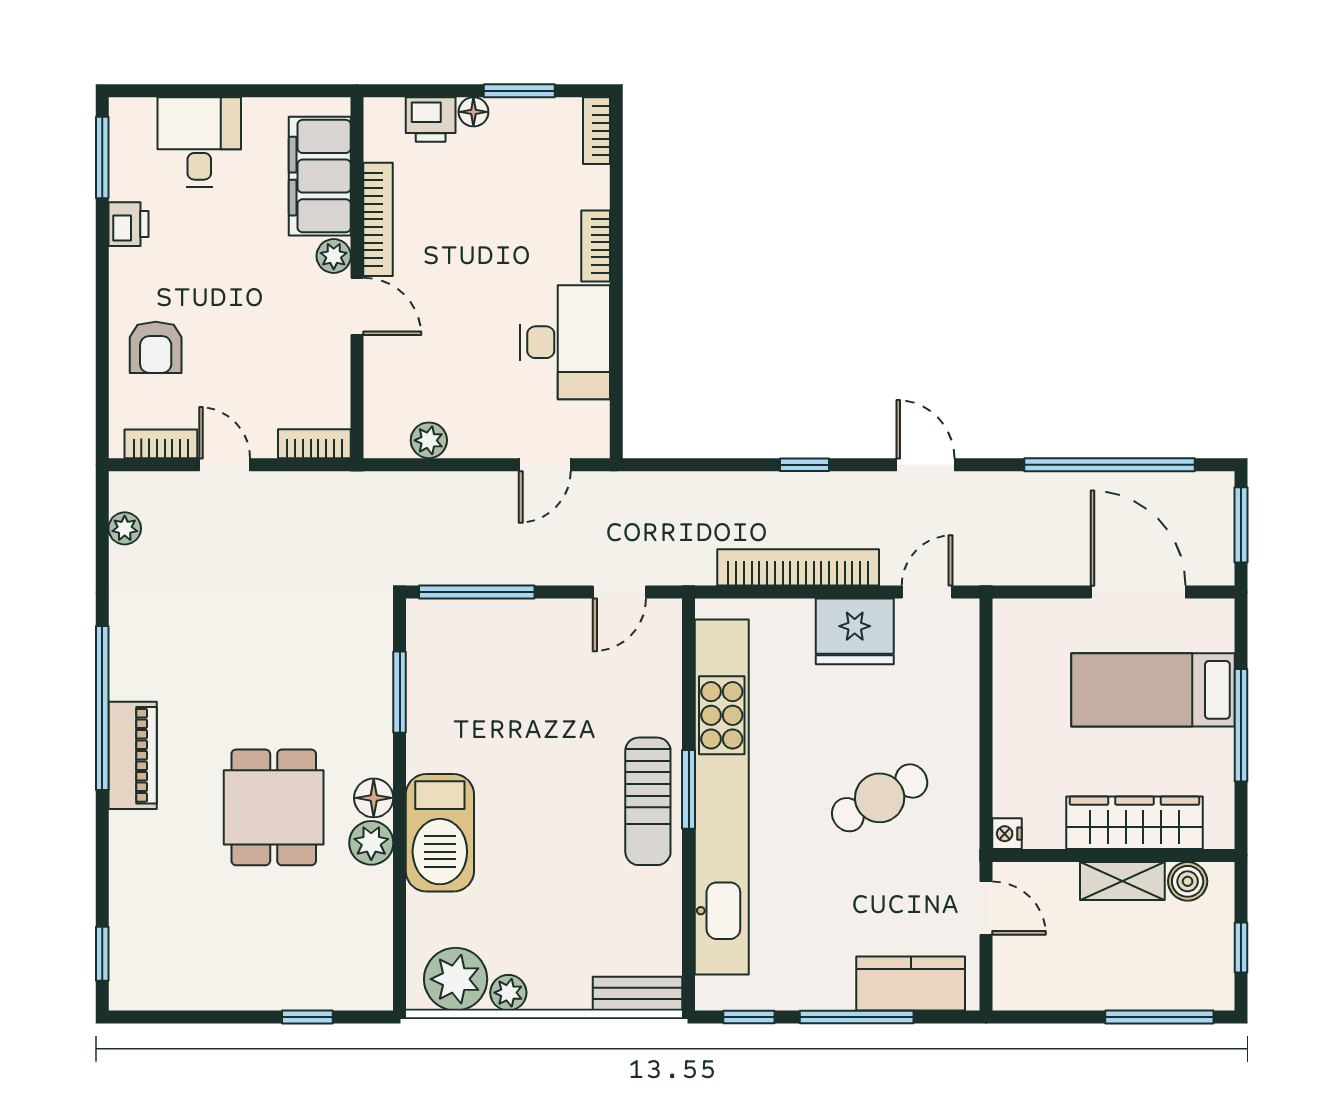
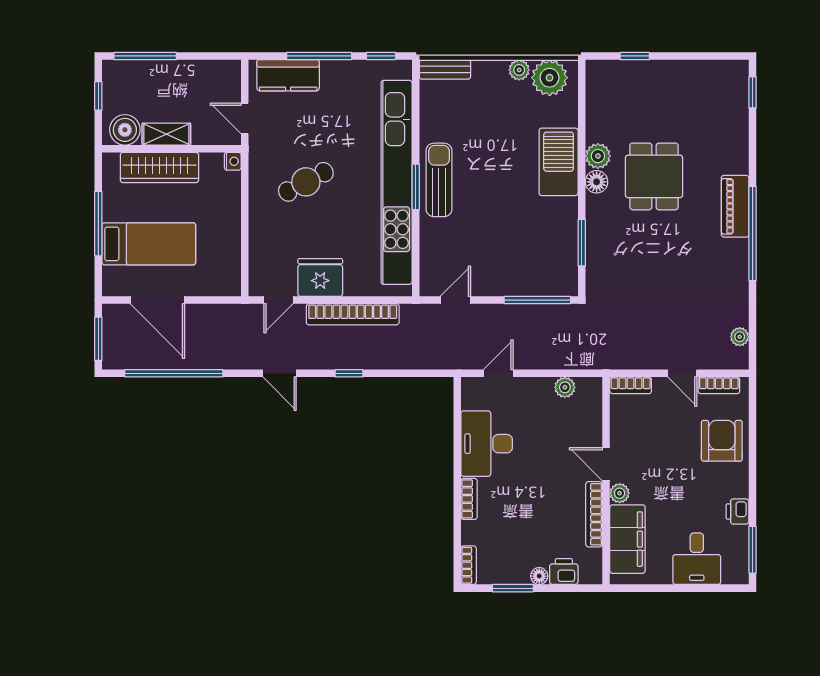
armchair: (156, 347) -> (722, 441), width x1.38, depth x1.38
boiler: (1188, 881) -> (125, 130), width x1.36, depth x1.36

